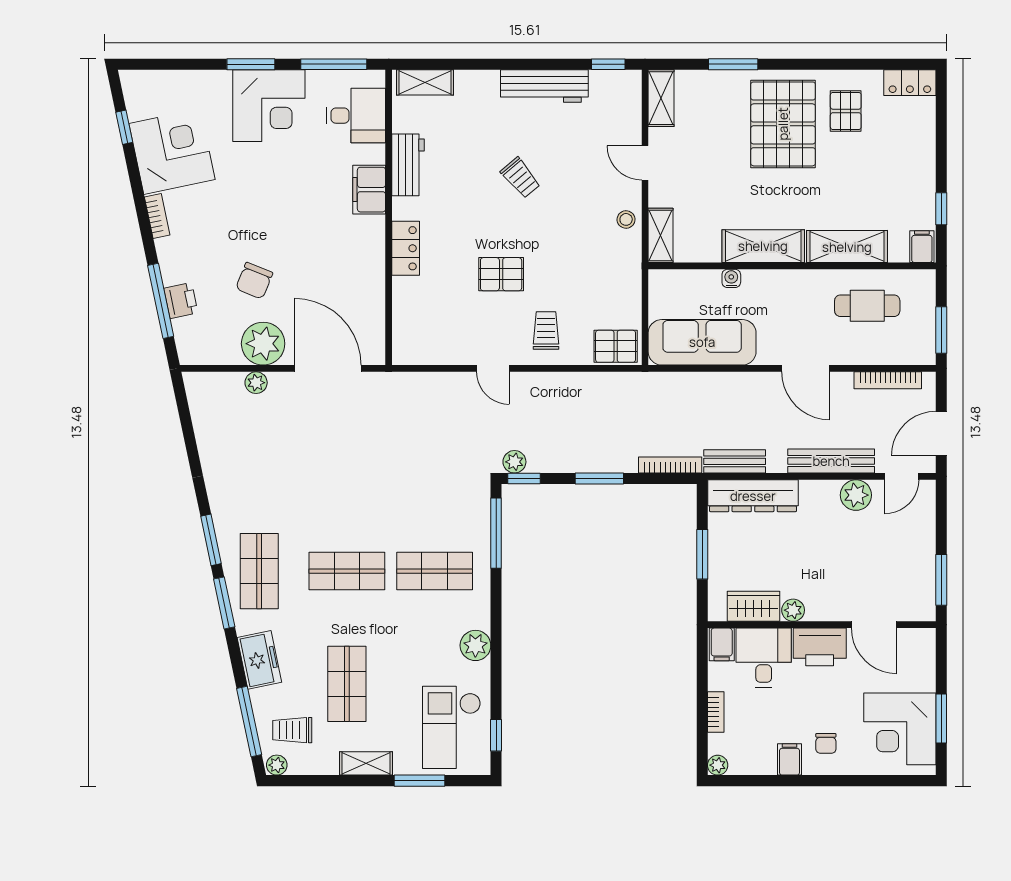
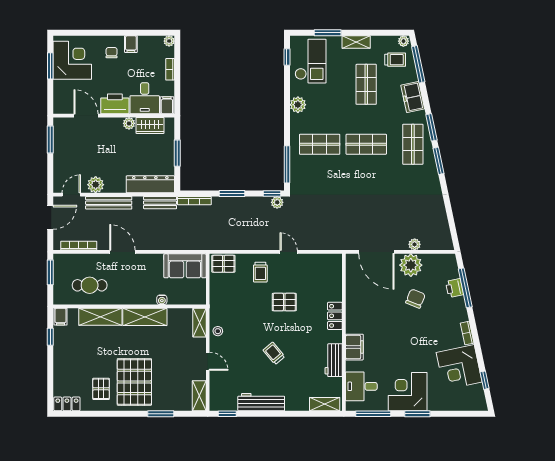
sofa: (702, 342) -> (185, 266), width x0.73

